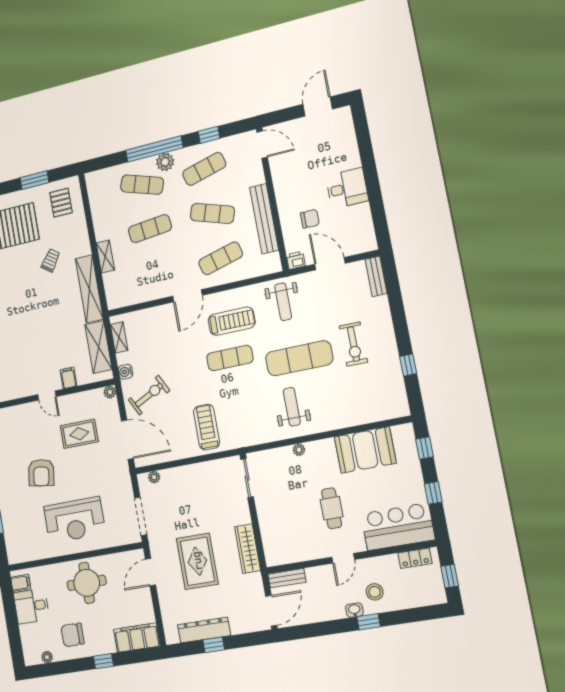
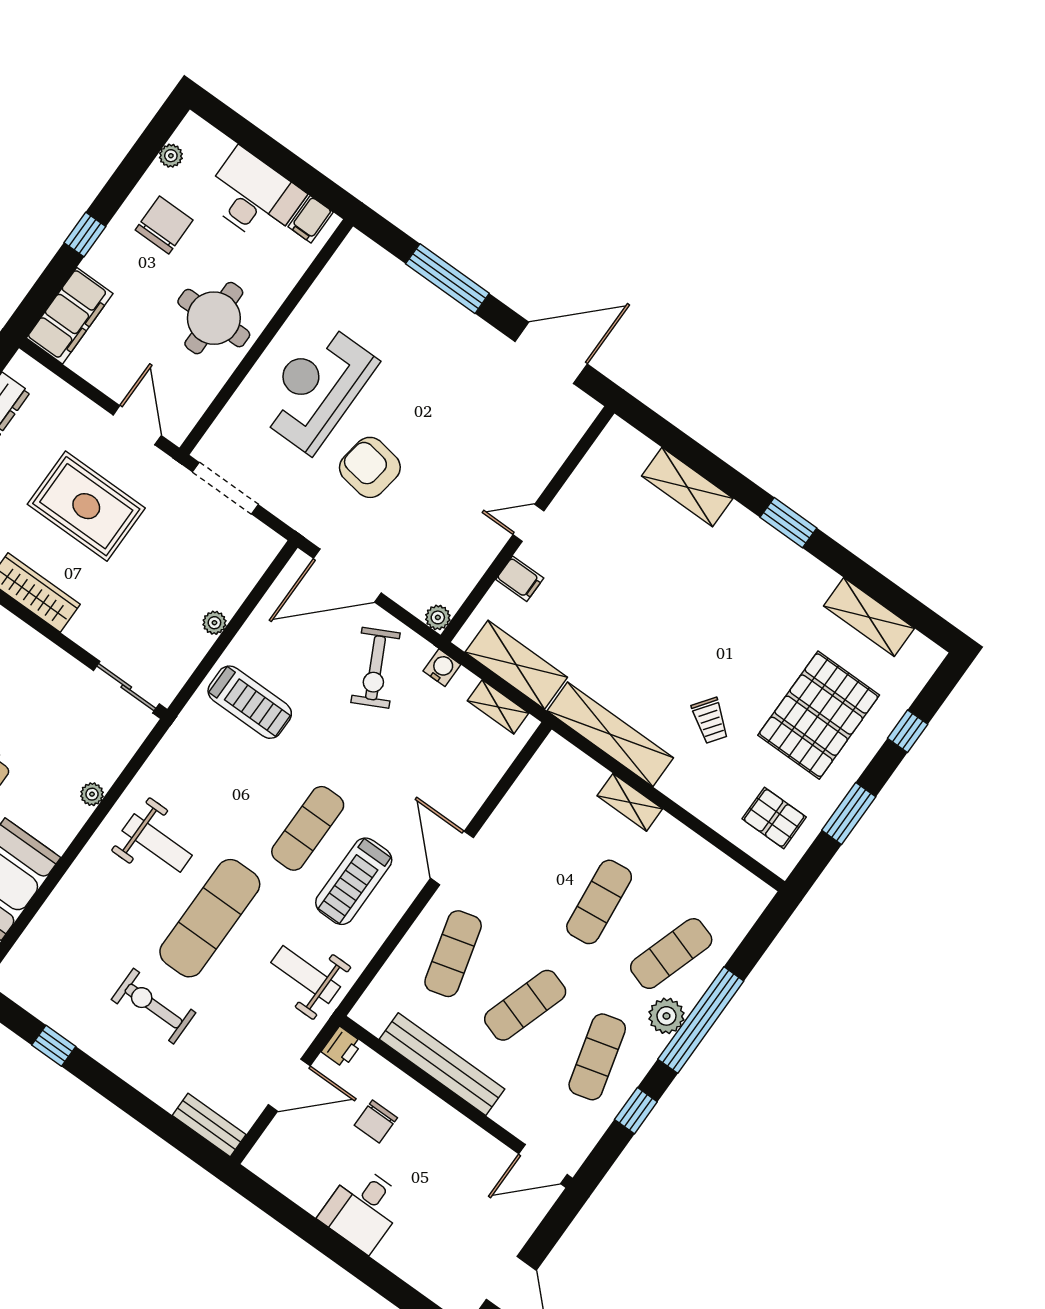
rug: (79, 434) -> (427, 515), removed
armchair: (41, 473) -> (370, 467), moved
plant: (154, 477) -> (214, 623), moved
desk: (31, 606) -> (253, 196), width x1.37

